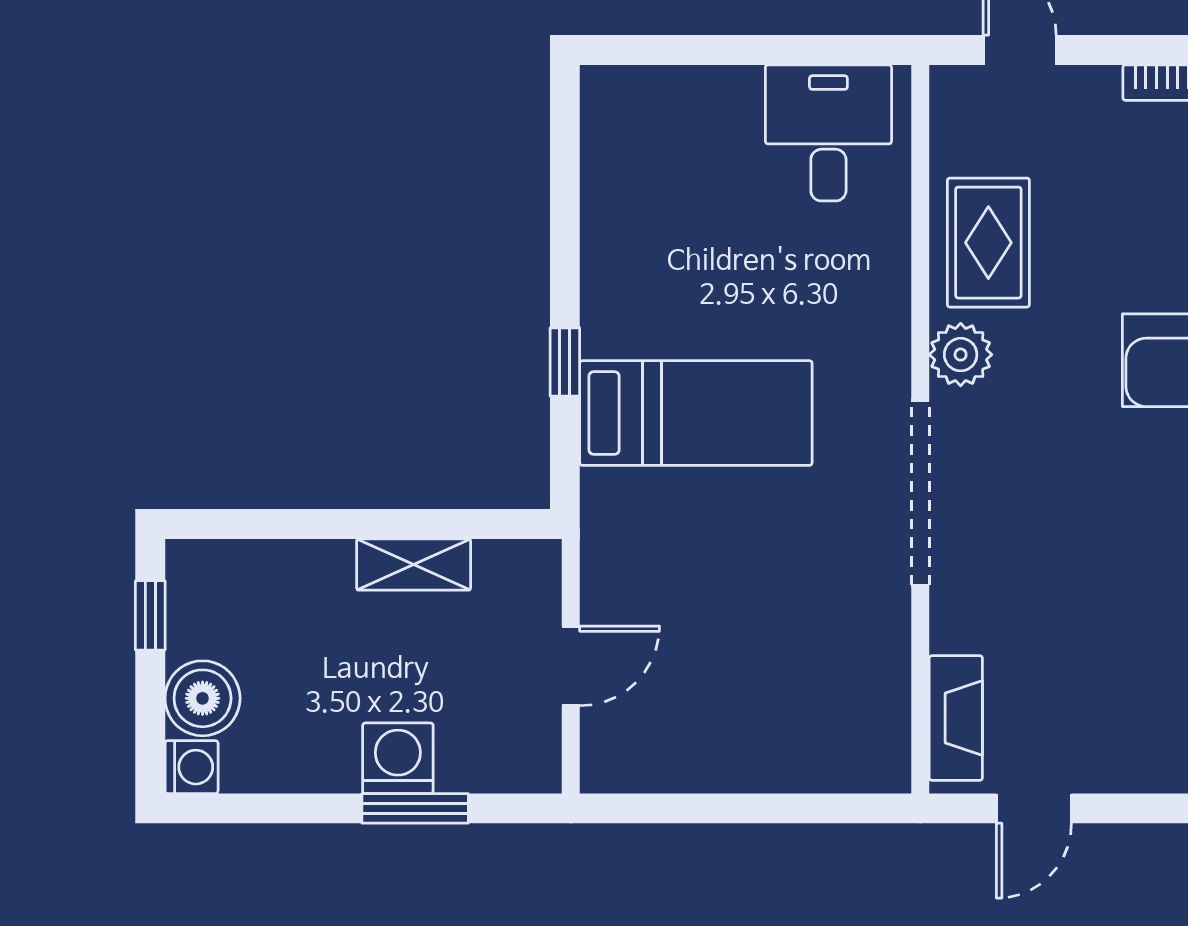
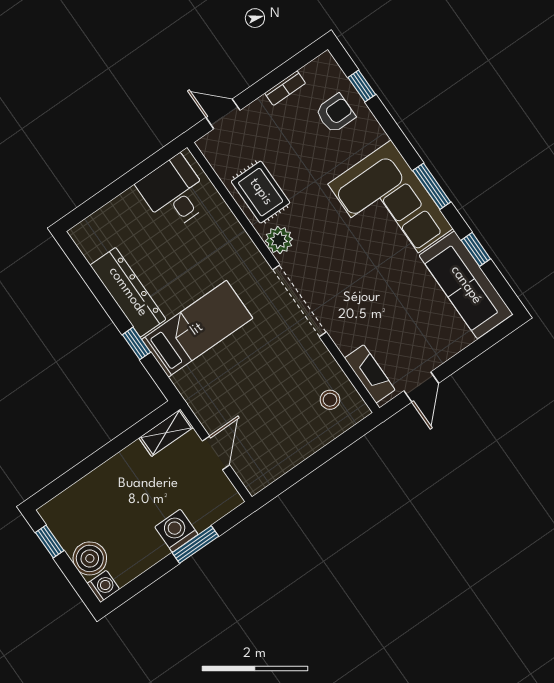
dresser: (615, 257) -> (128, 292), added
shelving: (414, 564) -> (166, 433), moved
stool: (849, 715) -> (330, 400), added

